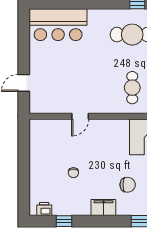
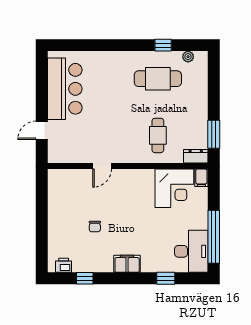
bar counter: (58, 25) -> (65, 89), moved, turned -90
chair: (128, 185) -> (153, 239), removed

